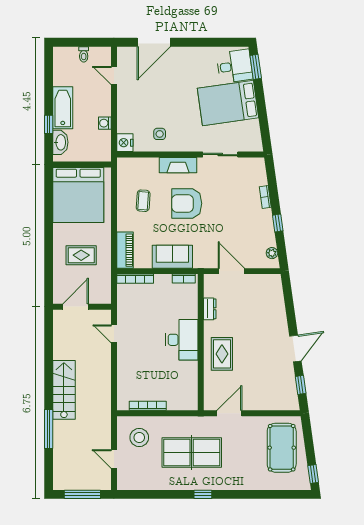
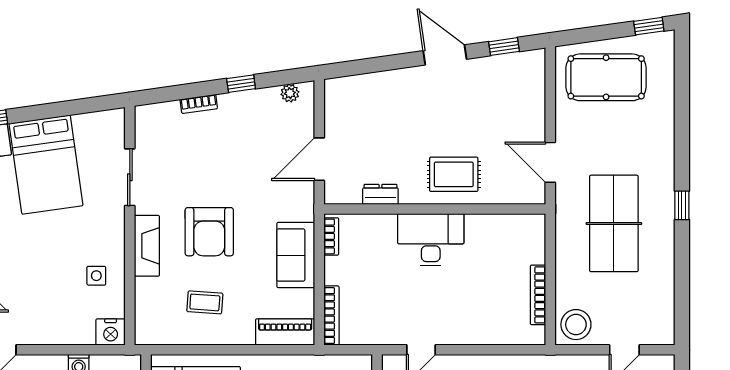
stool: (139, 437) -> (576, 325), moved

